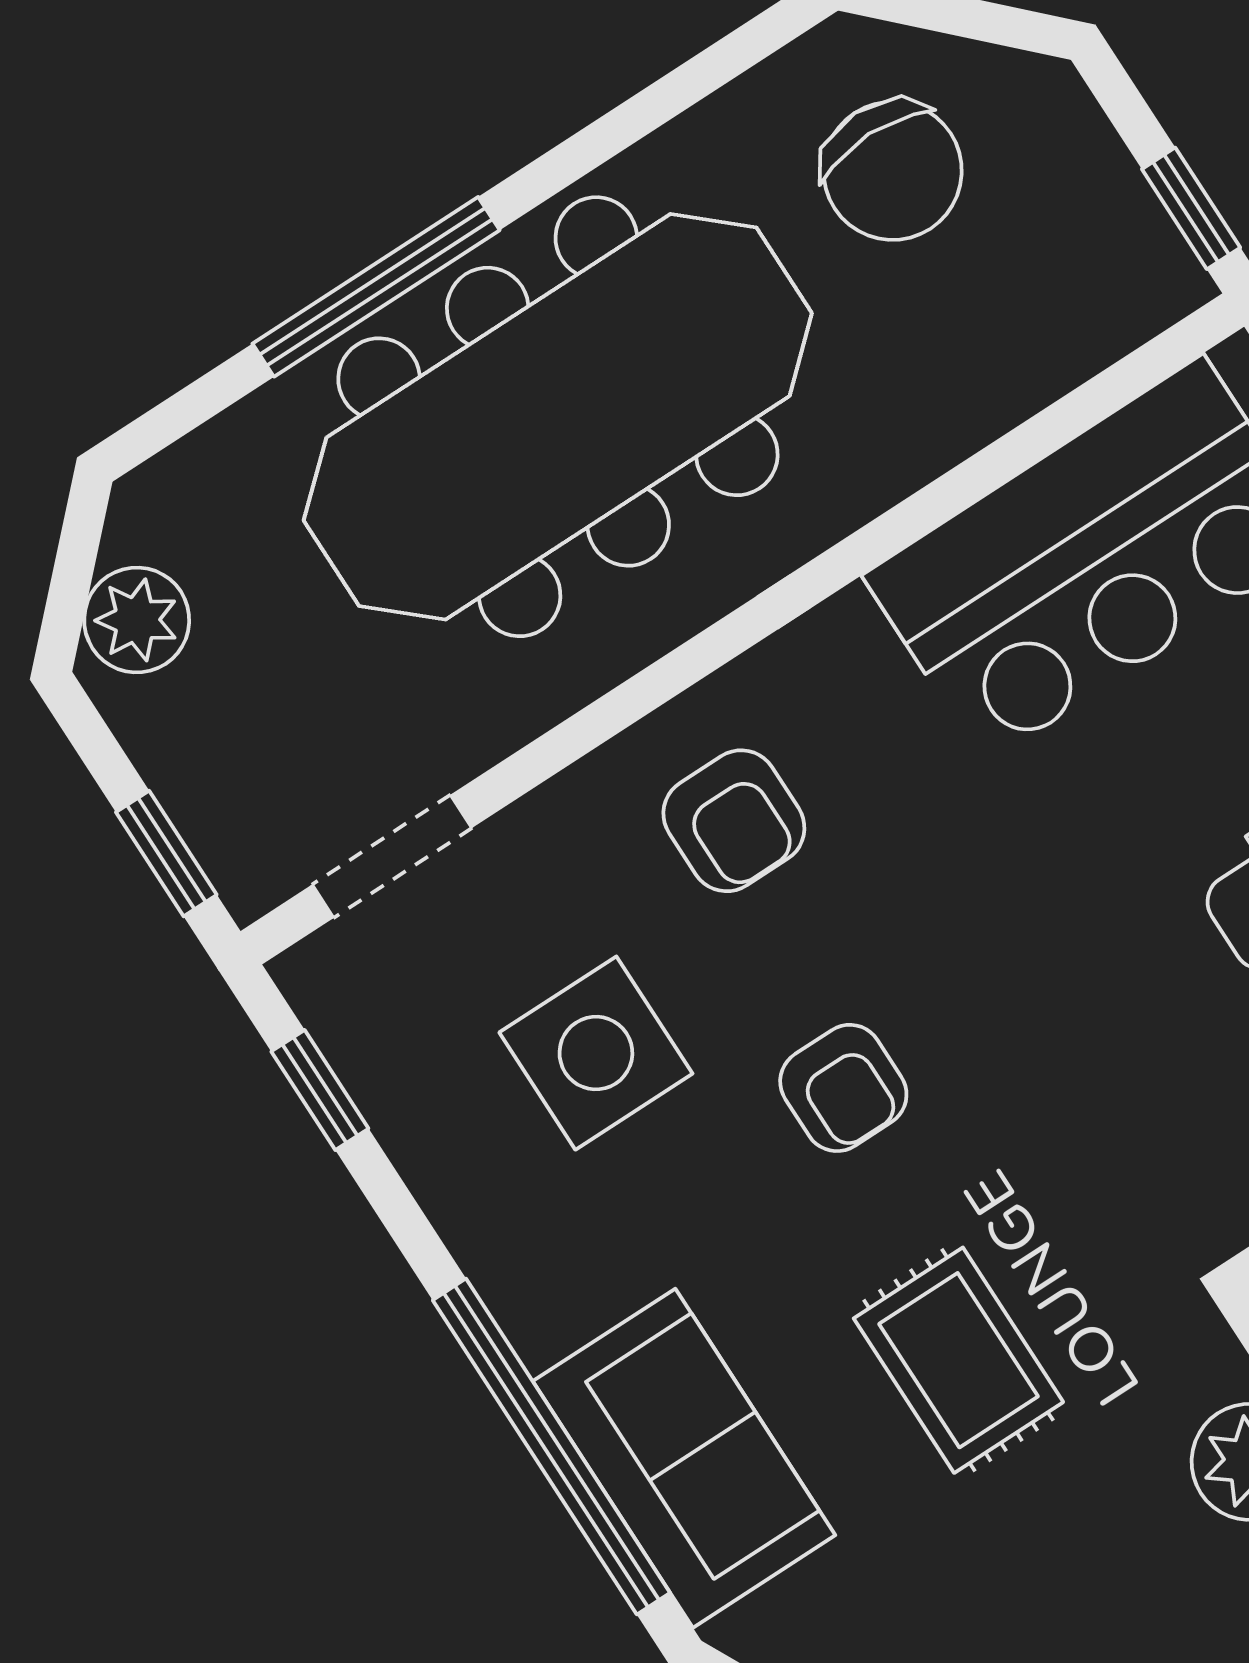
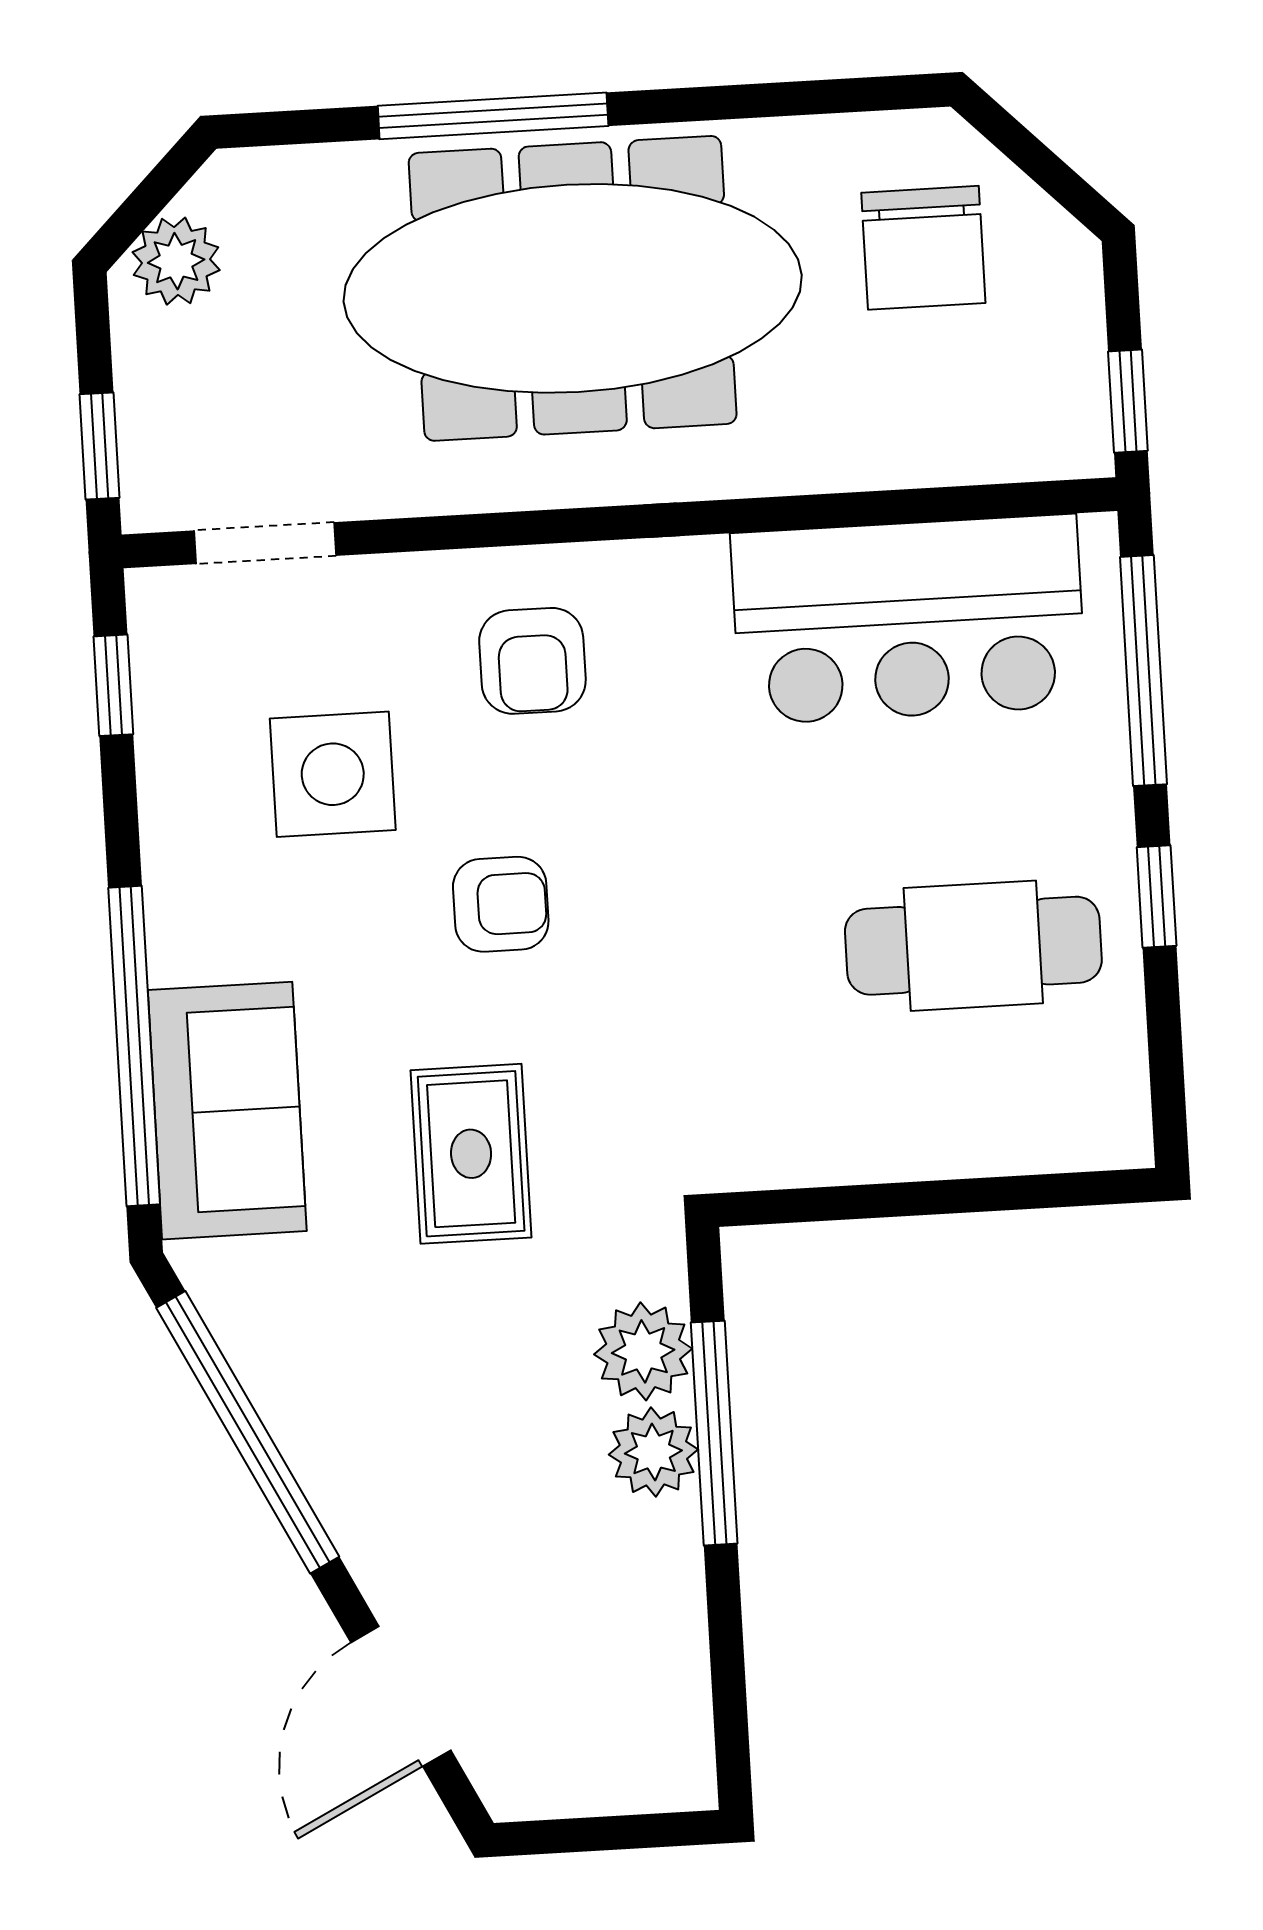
armchair: (843, 1088) -> (501, 904), turned -90

